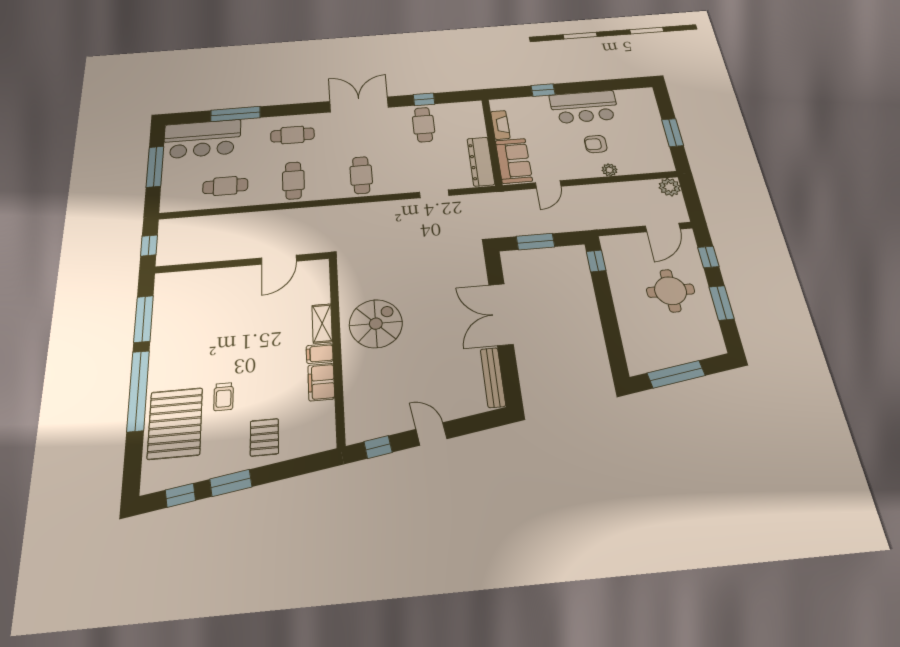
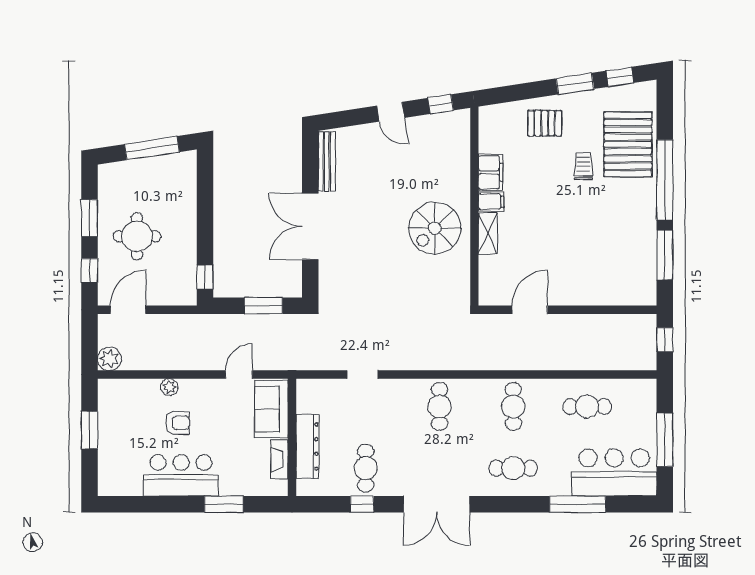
window: (543, 90) -> (224, 504), width x1.50
dresser: (481, 161) -> (308, 447), moved
double door: (501, 314) -> (310, 226), swing flipped
pallet: (264, 437) -> (545, 123), turned 90

